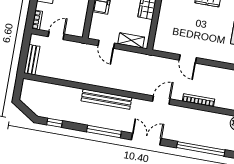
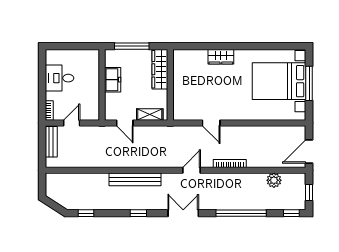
bench: (32, 60) -> (51, 142), moved
window: (104, 132) -> (138, 213), width x0.46

